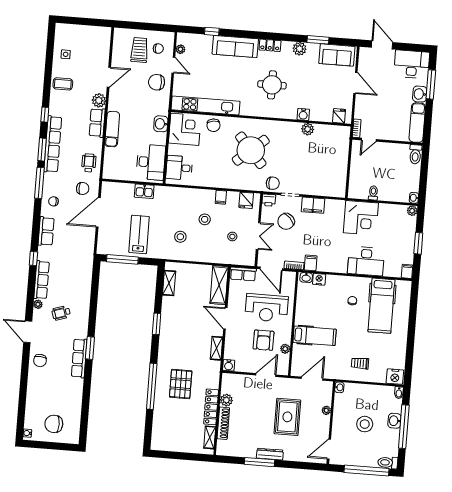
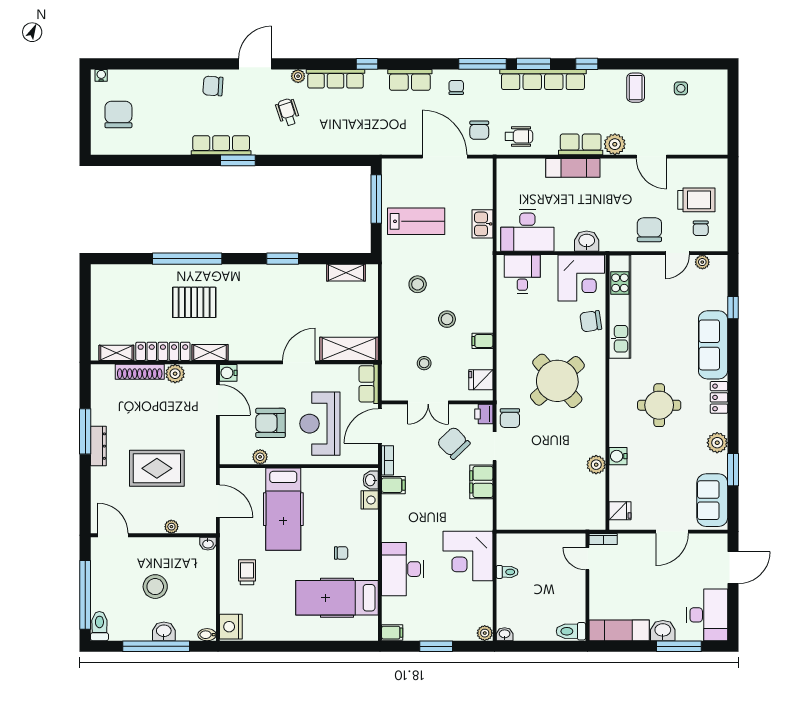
hospital bed: (315, 336) -> (283, 509), width x1.37, depth x1.29
shelving: (217, 348) -> (210, 352), moved
door: (266, 375) -> (218, 400), moved

